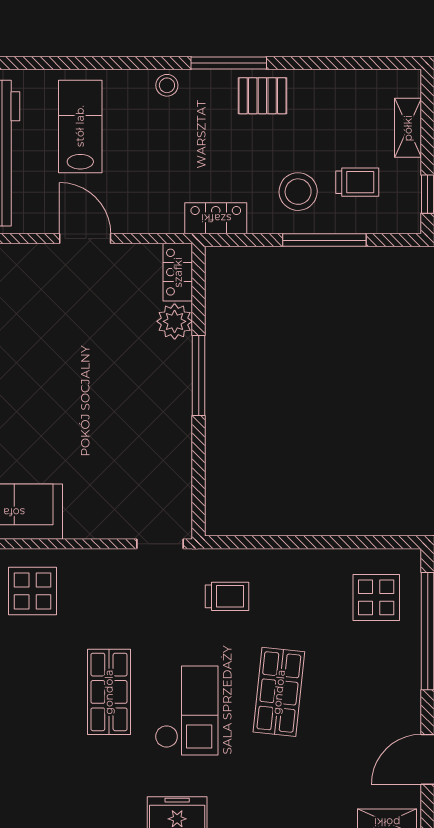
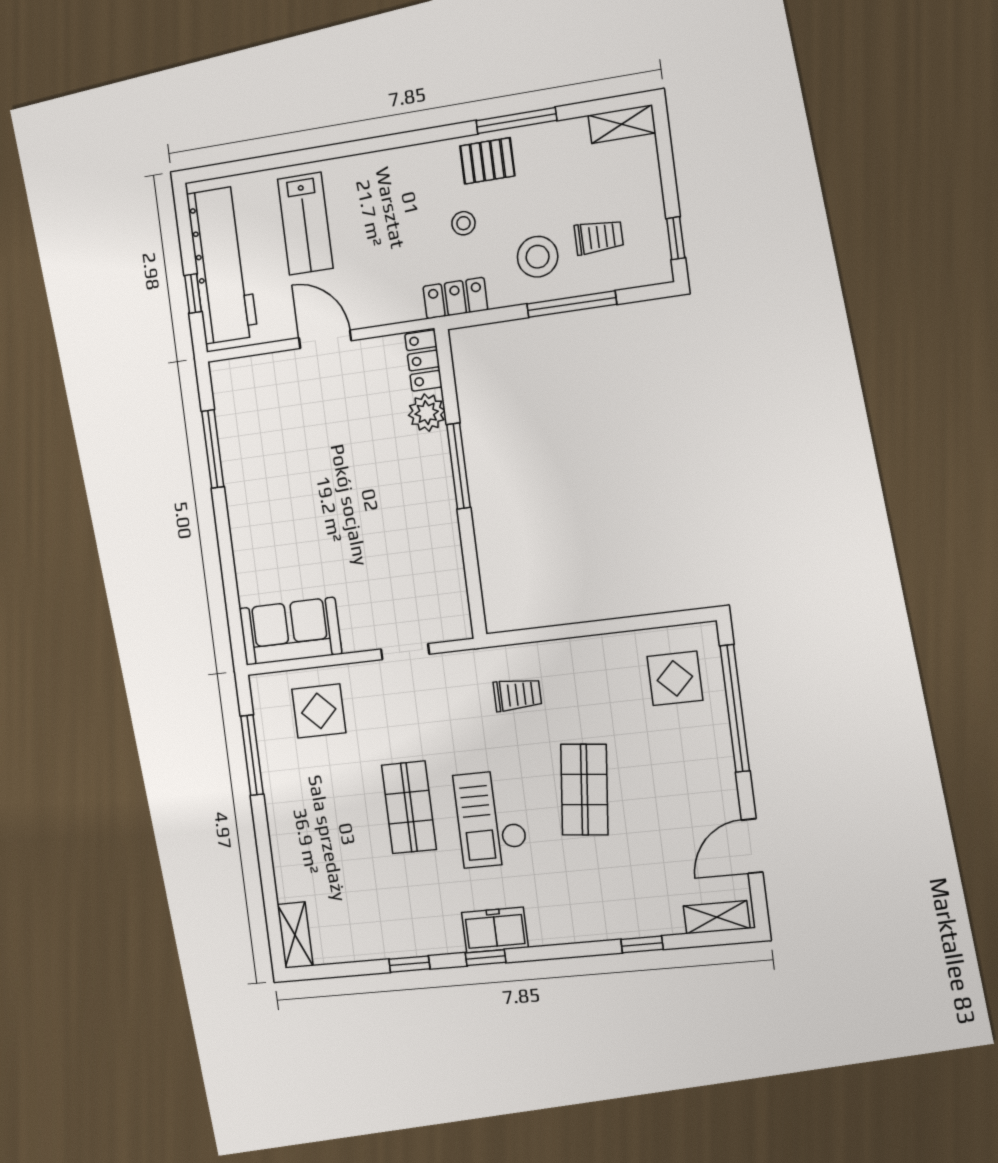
window: (229, 63) -> (516, 121), moved
stool: (167, 85) -> (463, 223), moved
lab bench: (80, 126) -> (305, 224), turned 180
shelving: (408, 128) -> (622, 124), moved, turned 90
doorway: (160, 544) -> (405, 652), moved
checkout: (187, 711) -> (491, 819), turned 180

